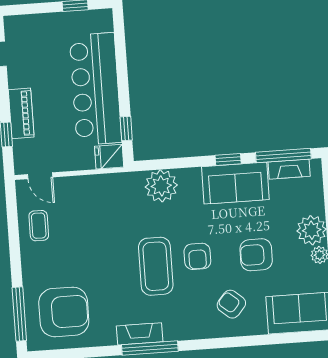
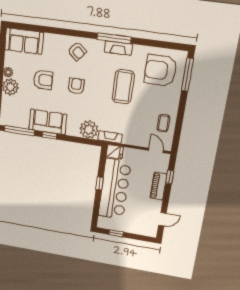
window: (126, 128) -> (100, 183), moved
fireplace: (289, 169) -> (110, 137), moved
coffee table: (156, 266) -> (123, 87), moved
armchair: (231, 304) -> (77, 51), moved

